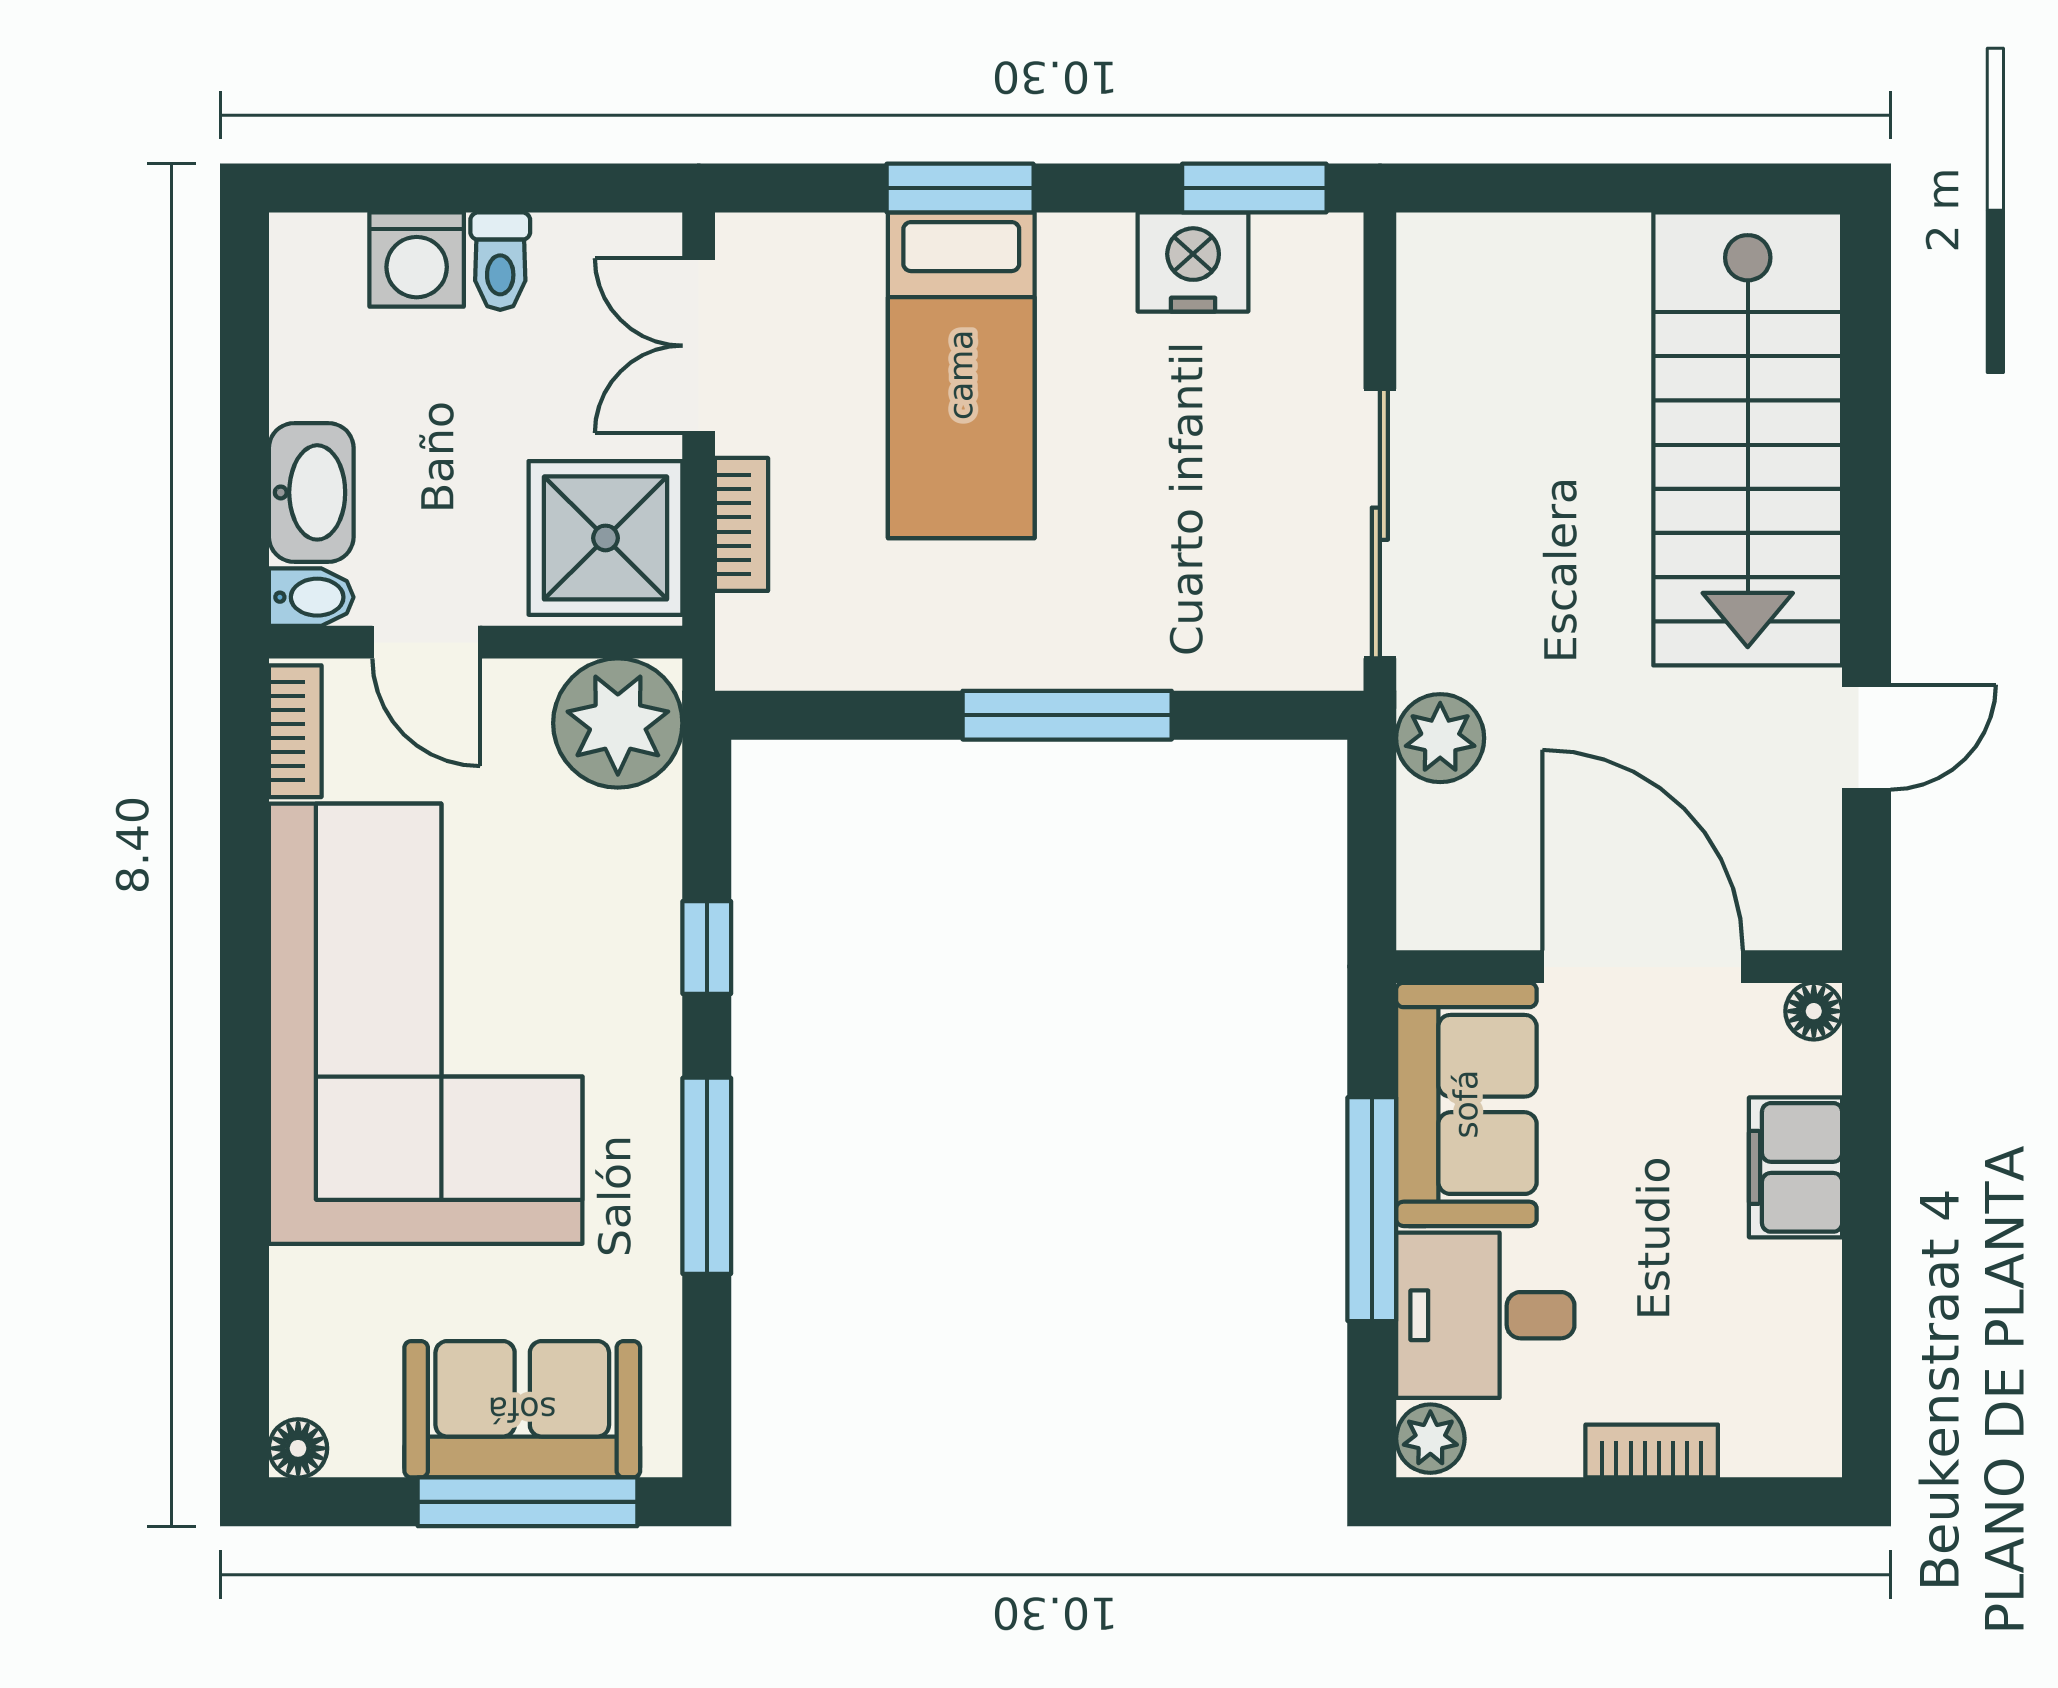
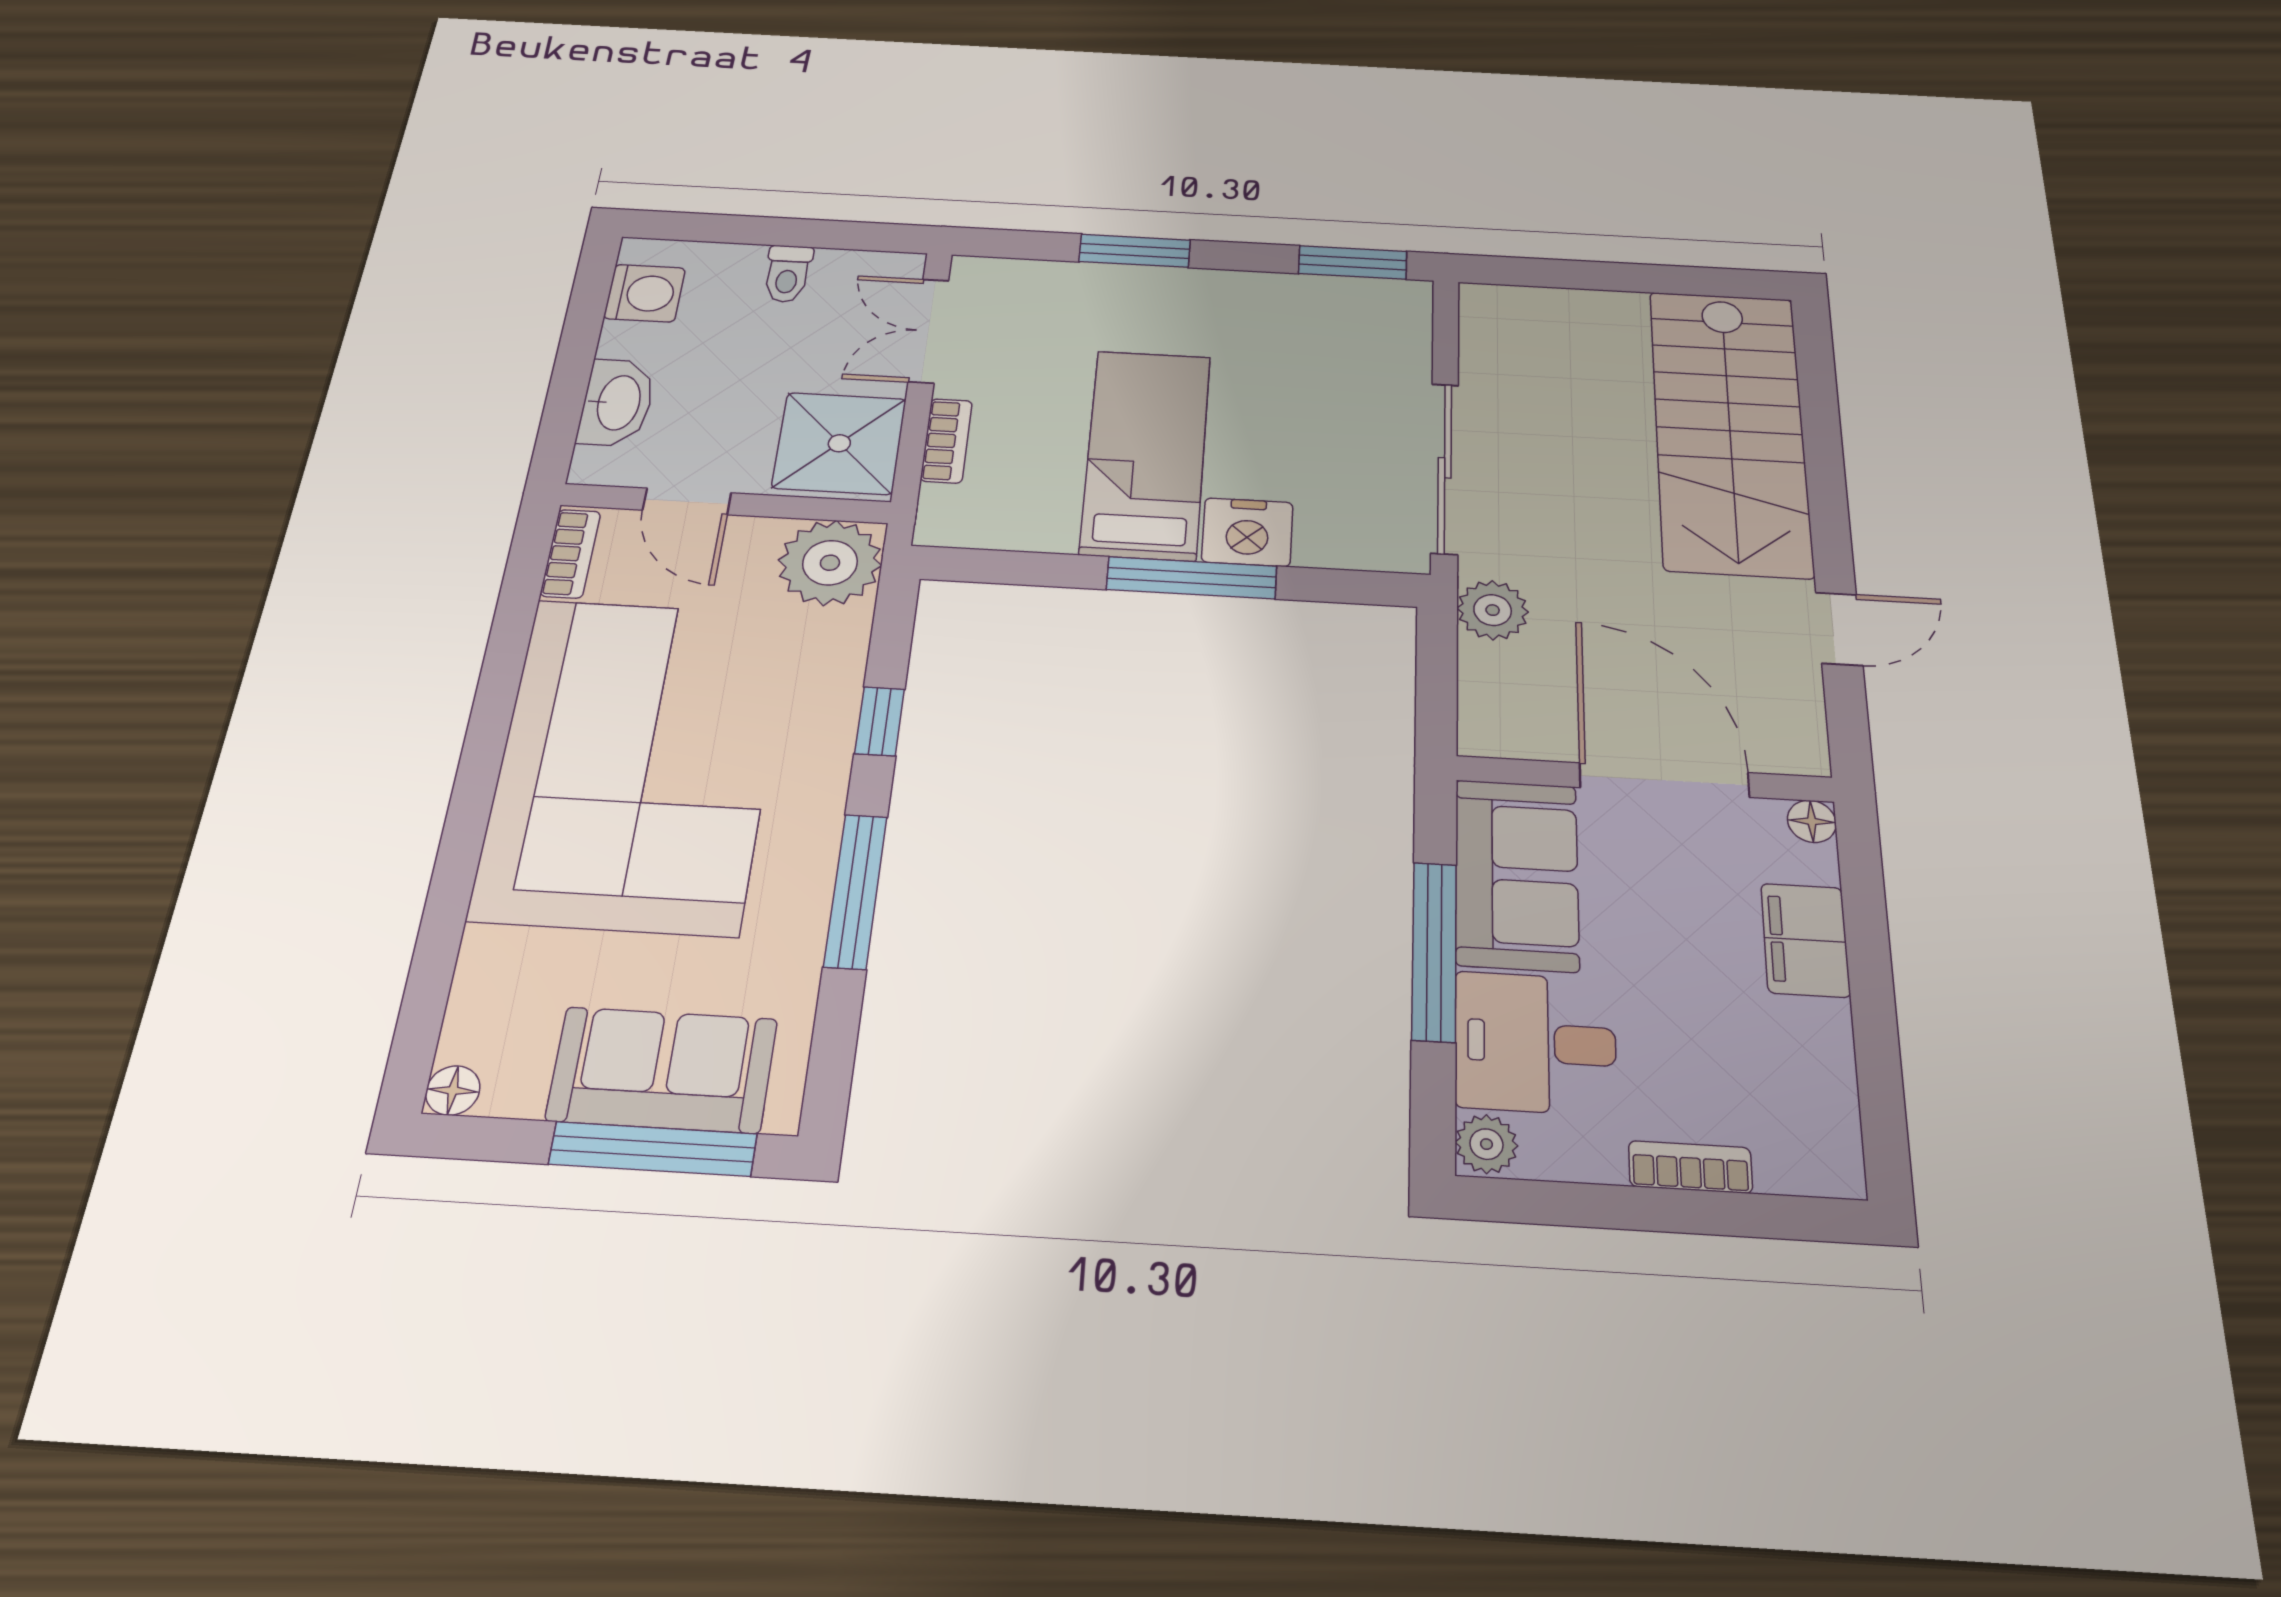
washing machine: (417, 260) -> (645, 293), moved, turned -90
nightstand: (1193, 262) -> (1247, 532), moved, turned 180
bed: (961, 375) -> (1146, 454), moved, turned 180
bidet: (311, 597) -> (602, 468), removed

